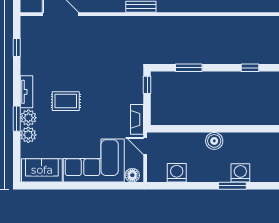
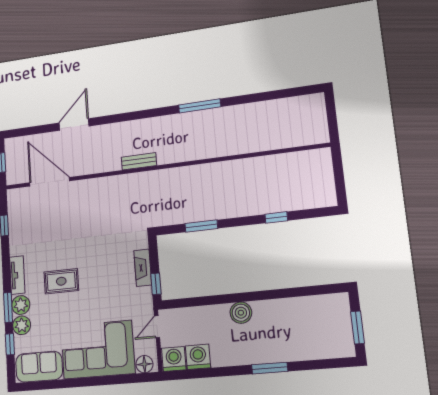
window: (147, 85) -> (156, 284), moved
fireplace: (137, 119) -> (143, 268), moved
door: (145, 146) -> (157, 327), hinge flipped
window: (17, 150) -> (10, 344), added
washing machine: (240, 173) -> (174, 359), moved

